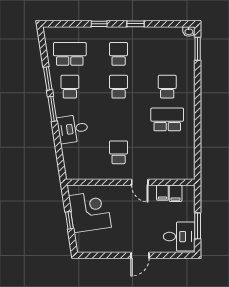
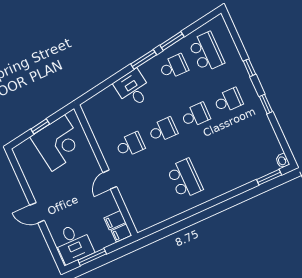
school desk: (167, 87) -> (163, 130), moved
filing cabinet: (162, 193) -> (121, 233), moved

